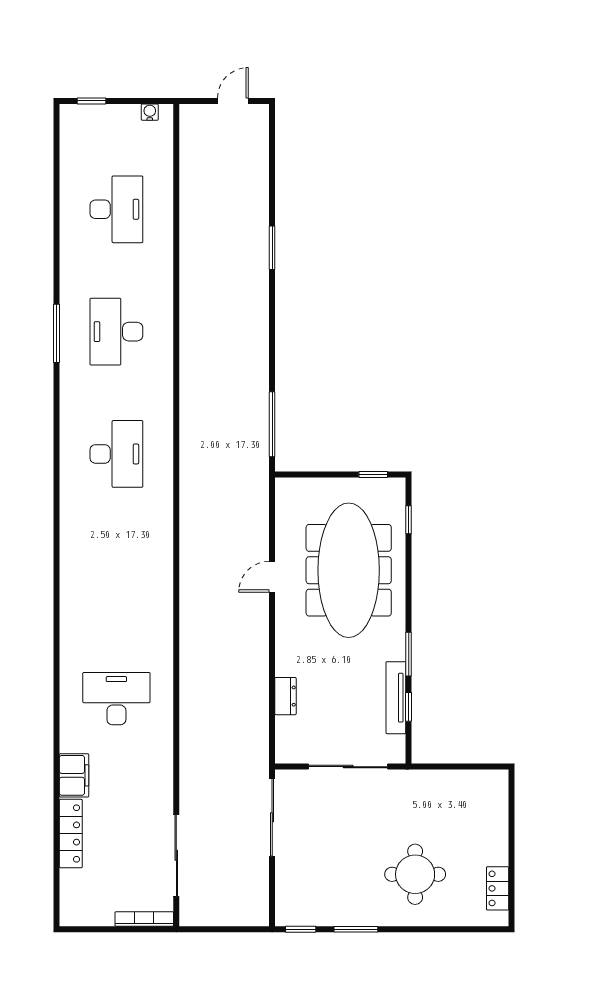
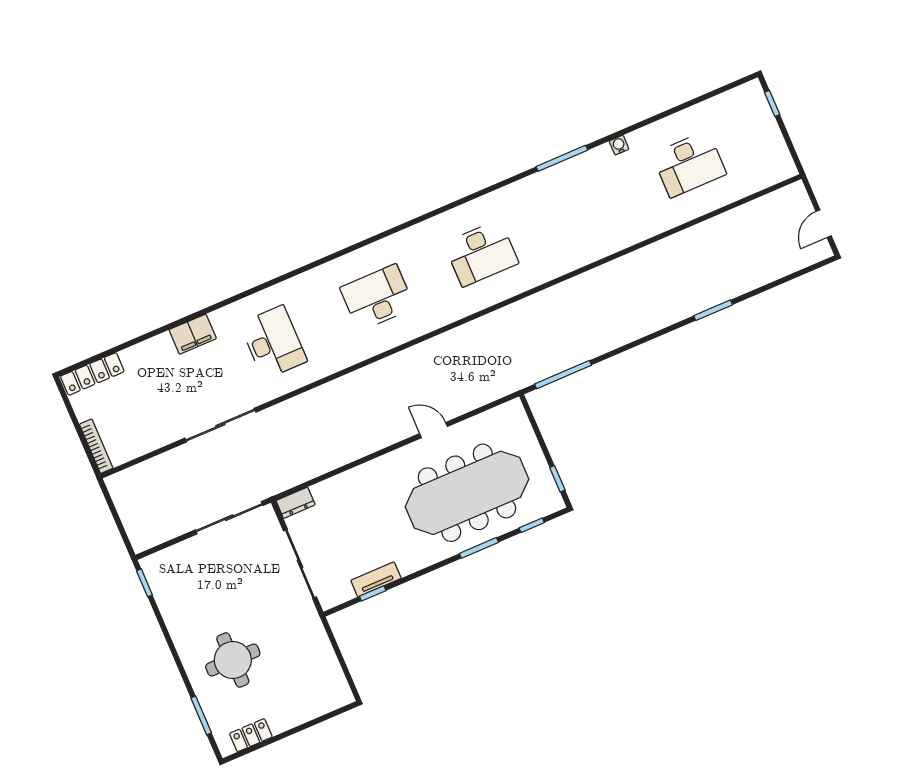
door: (233, 101) -> (824, 224), swing flipped
water cooler: (150, 112) -> (619, 145), moved, turned -90
desk: (116, 332) -> (377, 298), moved
window: (409, 654) -> (479, 548), moved
dresser: (285, 696) -> (296, 503), moved
tv unit: (396, 698) -> (376, 579), width x0.71
locker: (71, 834) -> (92, 374), moved
sliding door: (176, 855) -> (220, 425), moved
window: (356, 929) -> (201, 715), moved

